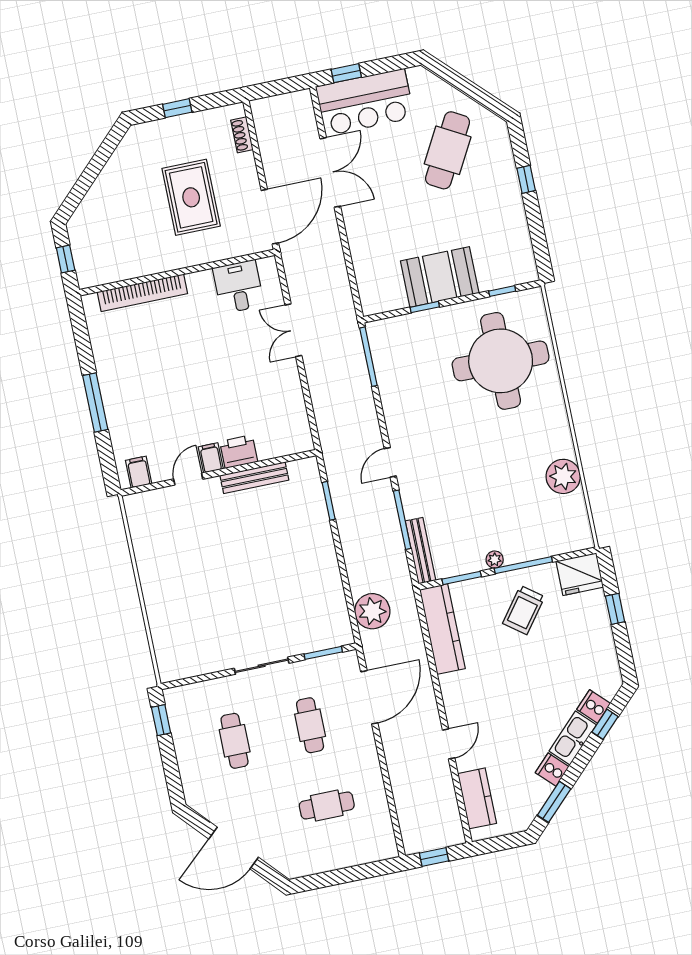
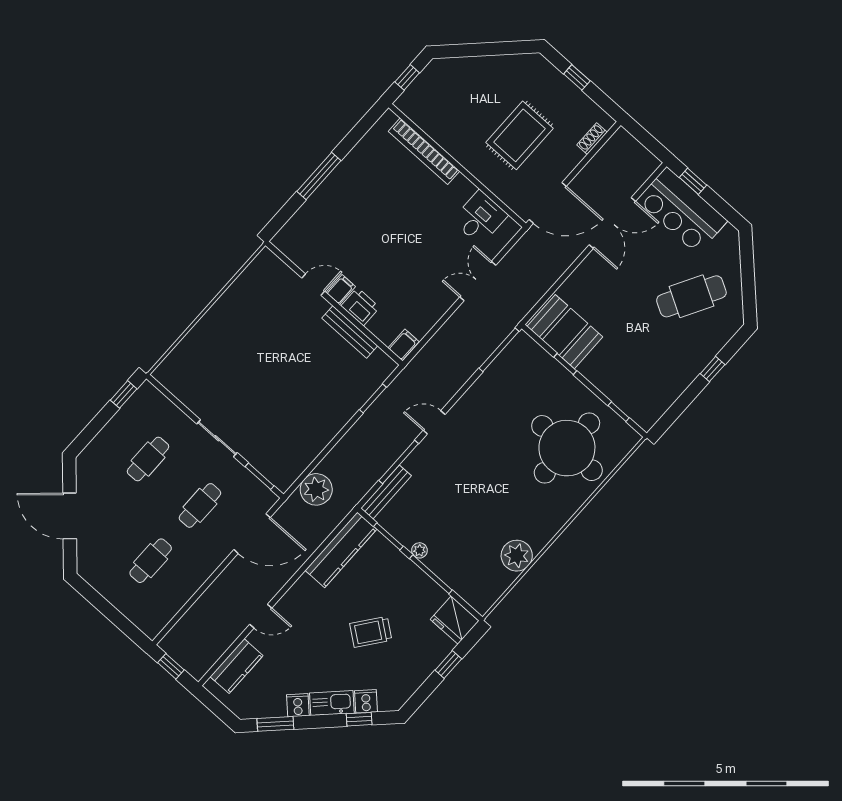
booth: (440, 277) -> (565, 332), moved
filing cabinet: (139, 472) -> (404, 345), moved
trolley: (524, 610) -> (371, 632), moved
cafe table: (327, 805) -> (151, 561), turned 90

